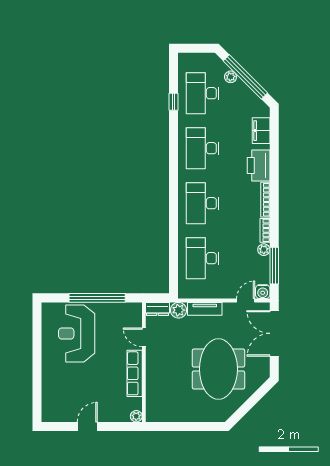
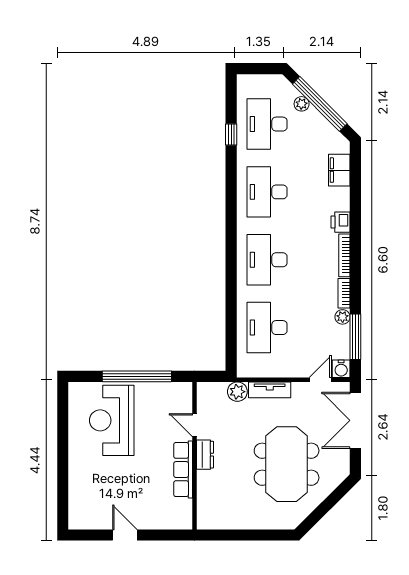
printer: (259, 165) -> (341, 222), width x0.53, depth x0.68
dresser: (157, 309) -> (205, 455), moved, turned -90
plant: (136, 416) -> (185, 522), removed
door: (87, 426) -> (125, 535), hinge flipped

